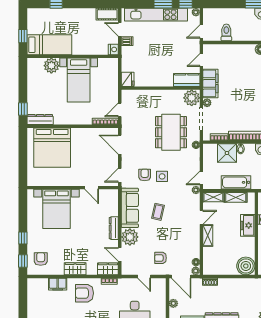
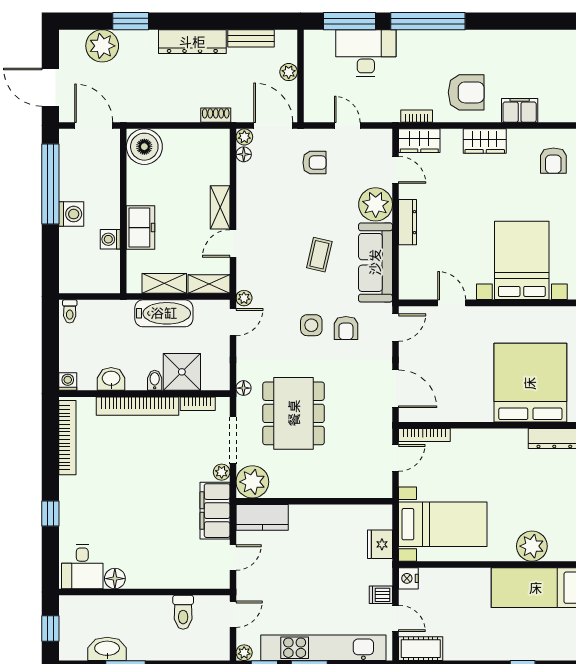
fridge: (128, 79) -> (380, 544), moved
bed with nightstands: (79, 80) -> (443, 524), moved, turned 90

